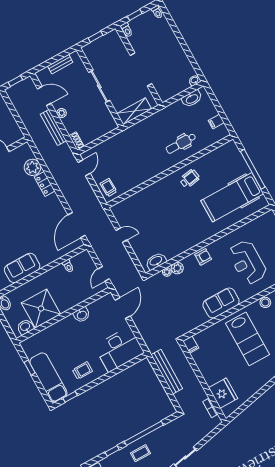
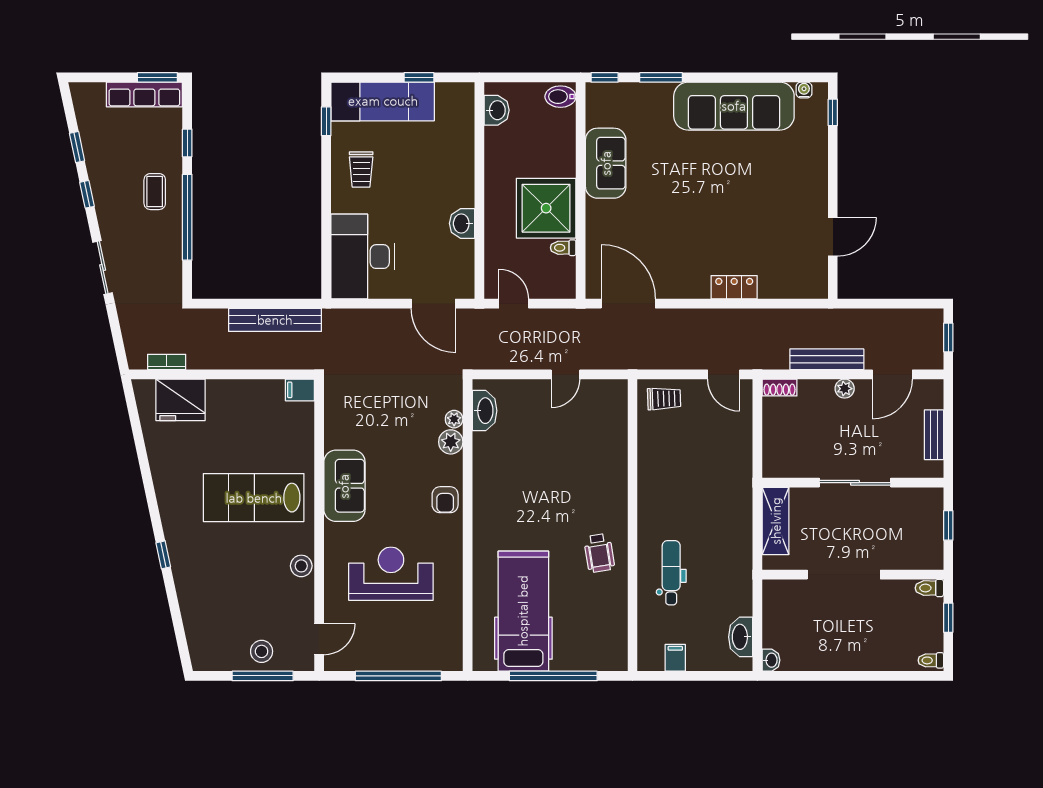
plant: (32, 167) -> (776, 282), removed
shower: (41, 308) -> (546, 208), moved

